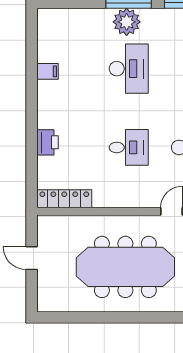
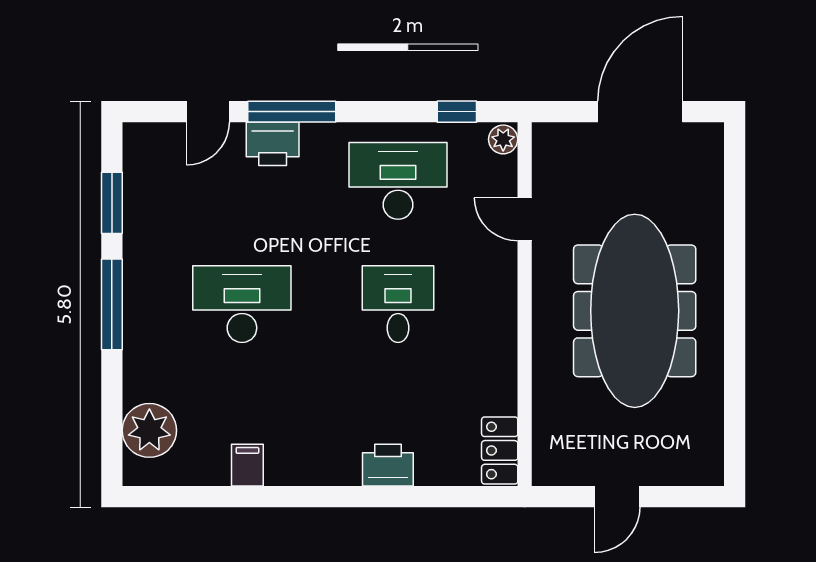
plant: (127, 22) -> (149, 430), moved
locker: (64, 199) -> (500, 450), width x0.66

